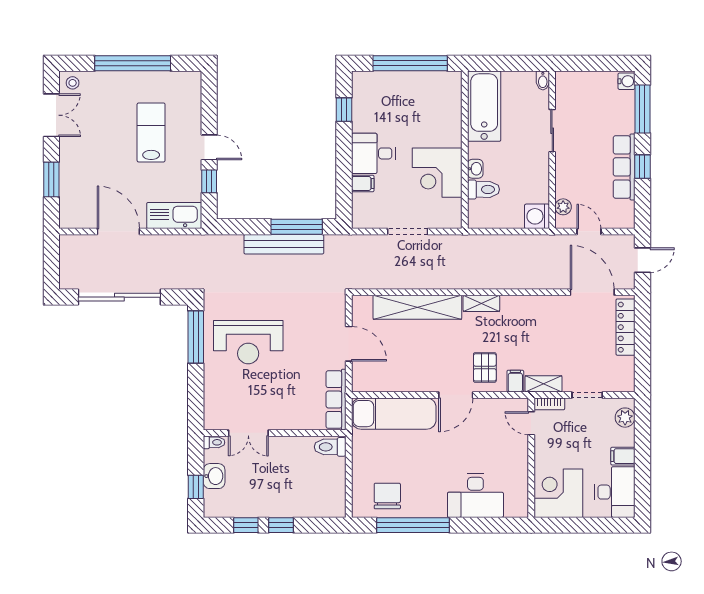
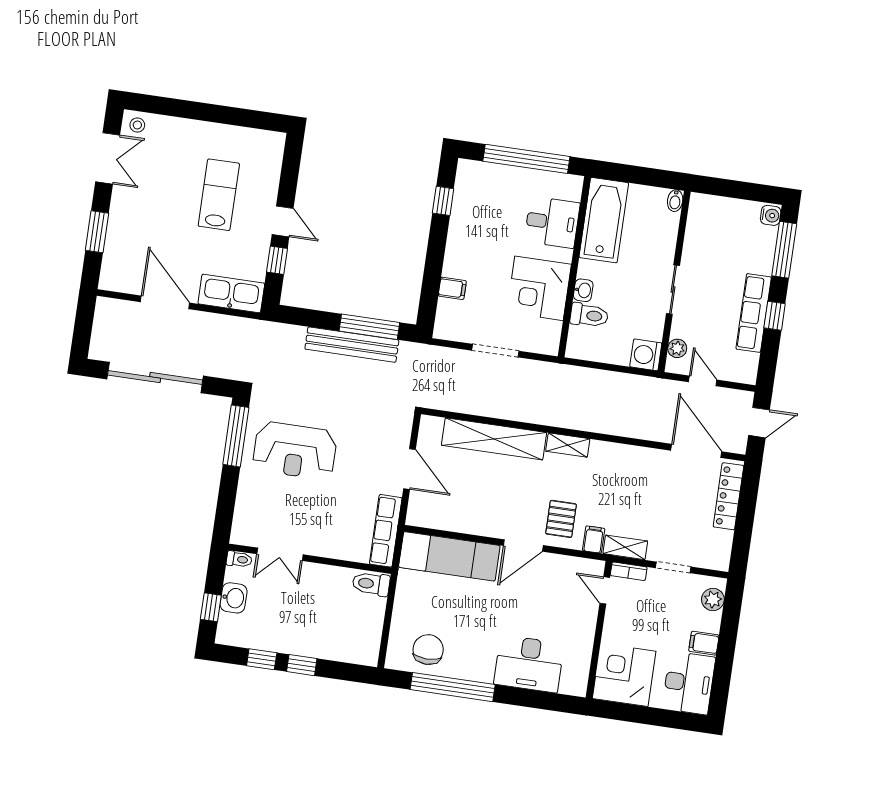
window: (133, 63) -> (209, 113), removed
sliding door: (552, 131) -> (673, 290), moved
desk: (373, 153) -> (552, 222), moved, turned 180

